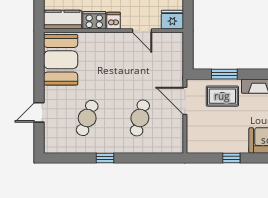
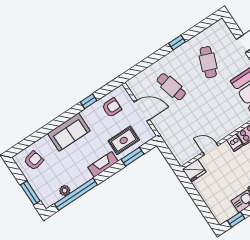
door: (185, 101) -> (142, 111), moved
cafe table: (140, 118) -> (171, 87), turned -30
armchair: (213, 137) -> (112, 108), added

